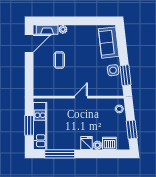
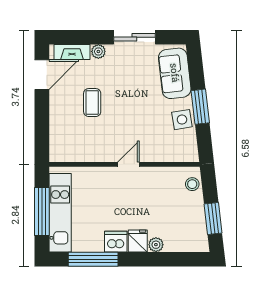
sliding door: (85, 21) -> (134, 37), added
window: (125, 75) -> (200, 107), moved
window: (29, 125) -> (42, 212), width x1.44
dishwasher: (109, 143) -> (116, 242), moved

